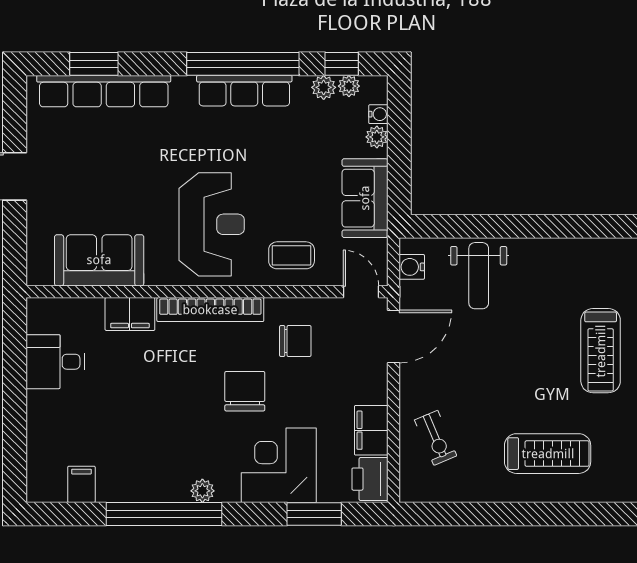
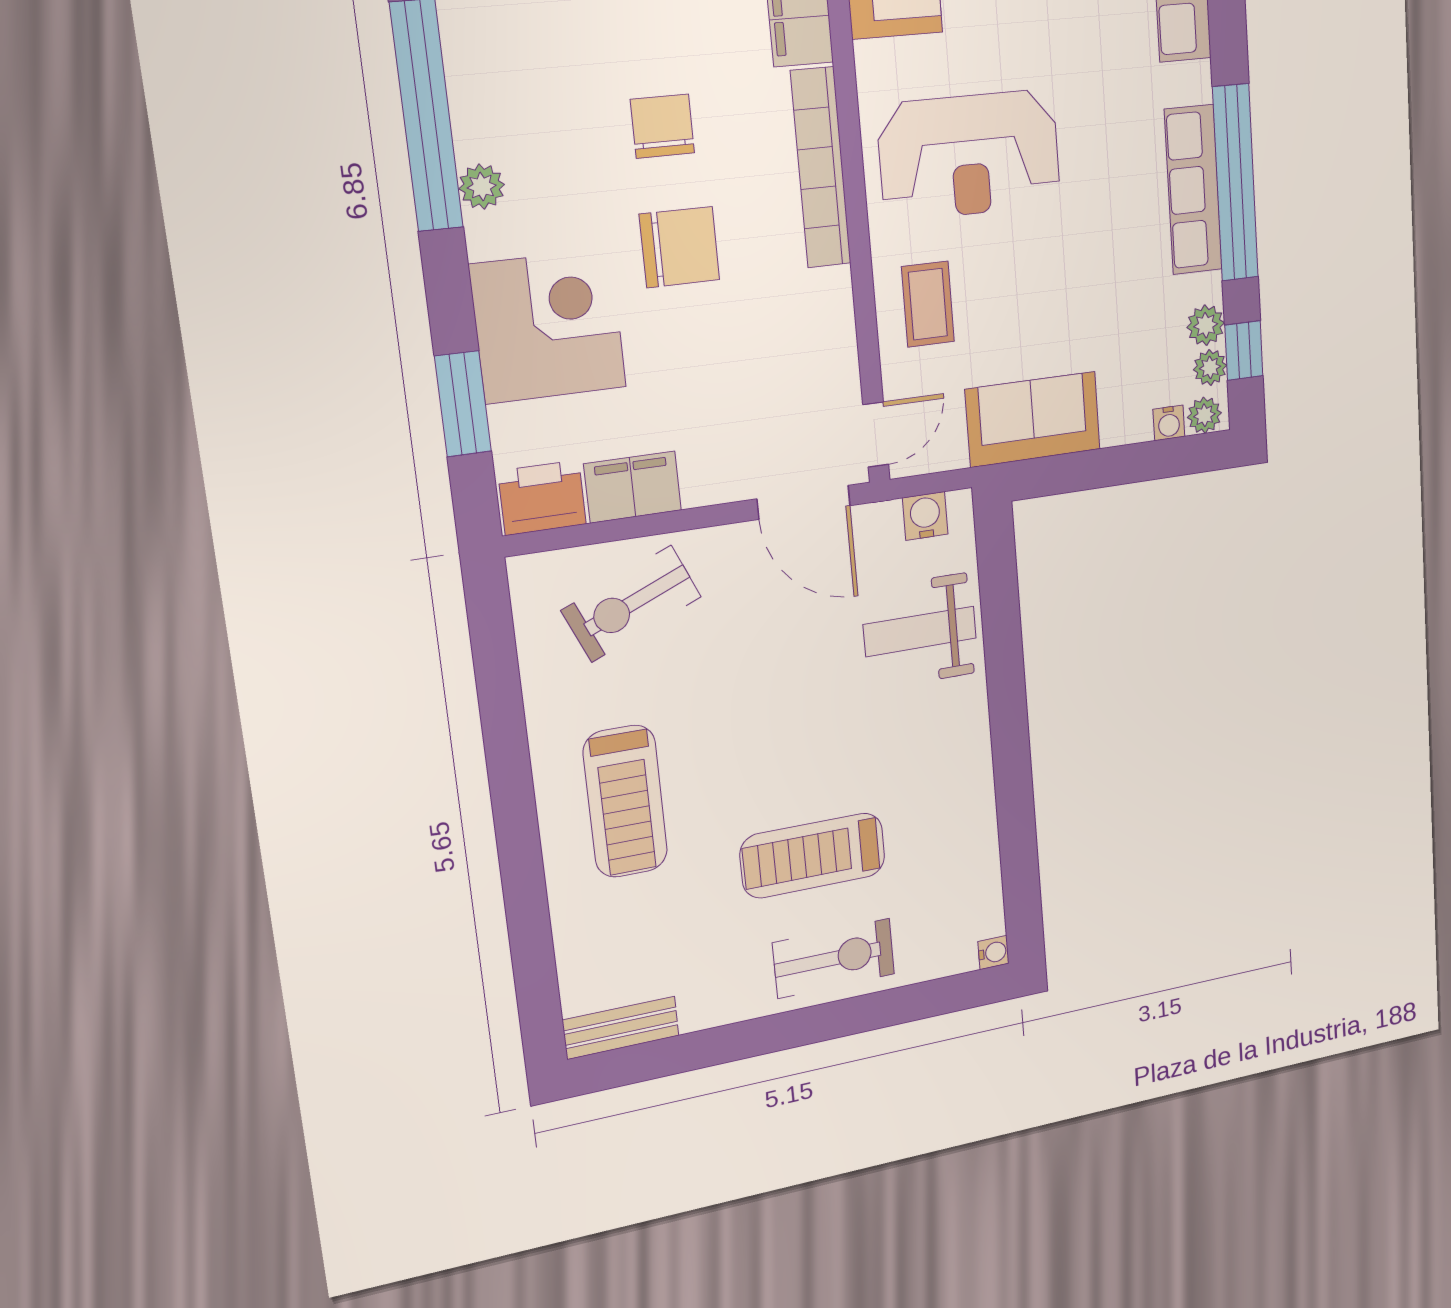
plant: (377, 137) -> (1204, 415), moved
chair: (295, 341) -> (662, 126), moved, turned 180
exercise bike: (436, 438) -> (631, 604), width x1.38, depth x1.39

